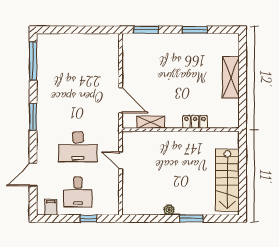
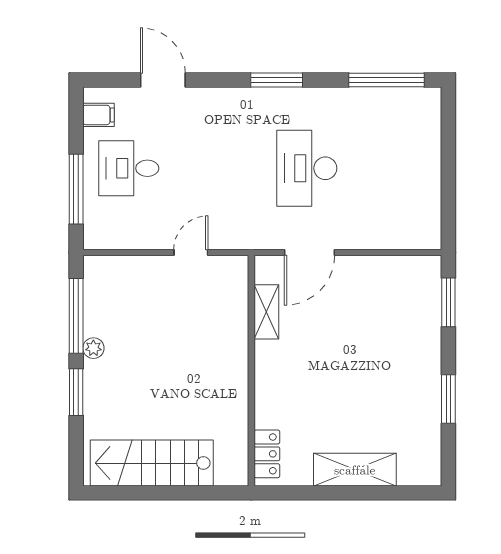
locker: (195, 122) -> (267, 454), moved
desk: (78, 147) -> (307, 168), moved
window: (88, 219) -> (76, 189), width x2.17
window: (153, 219) -> (76, 316), added

